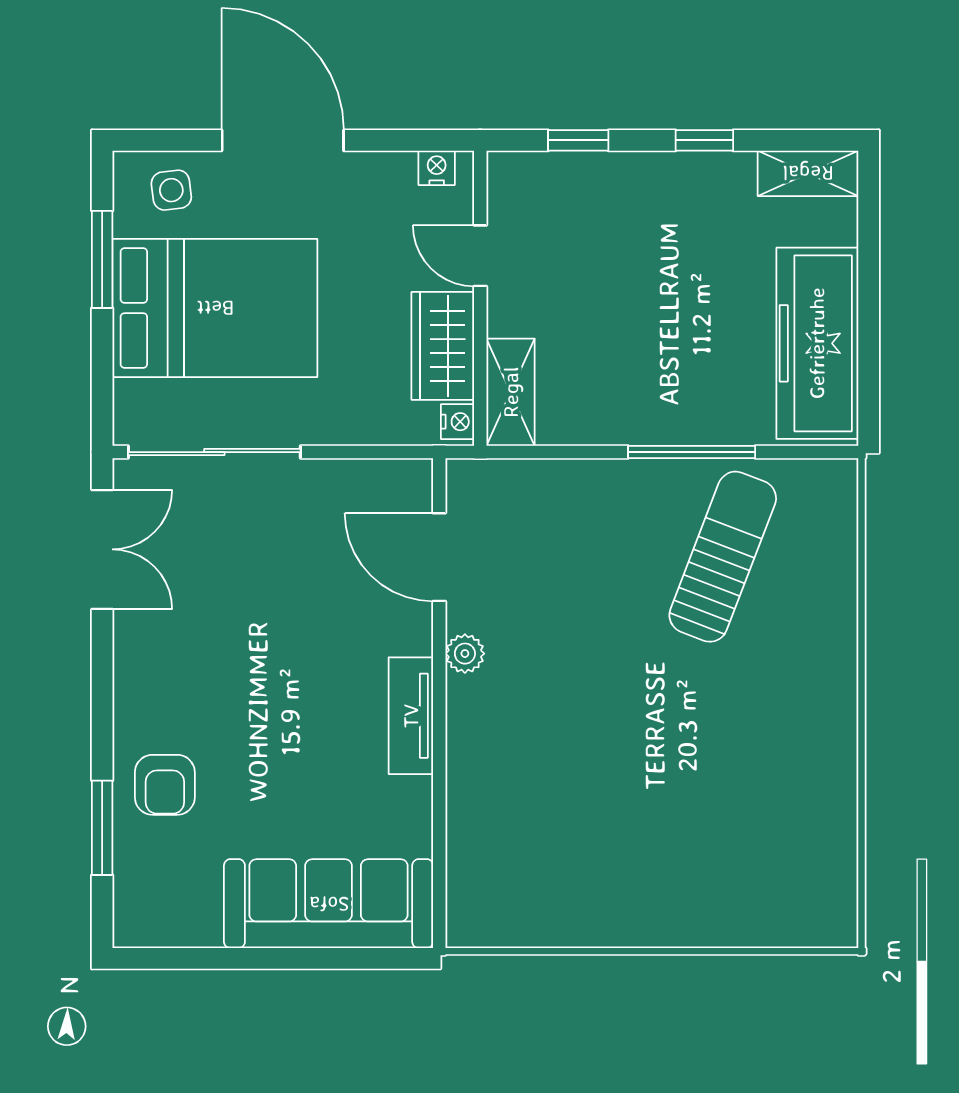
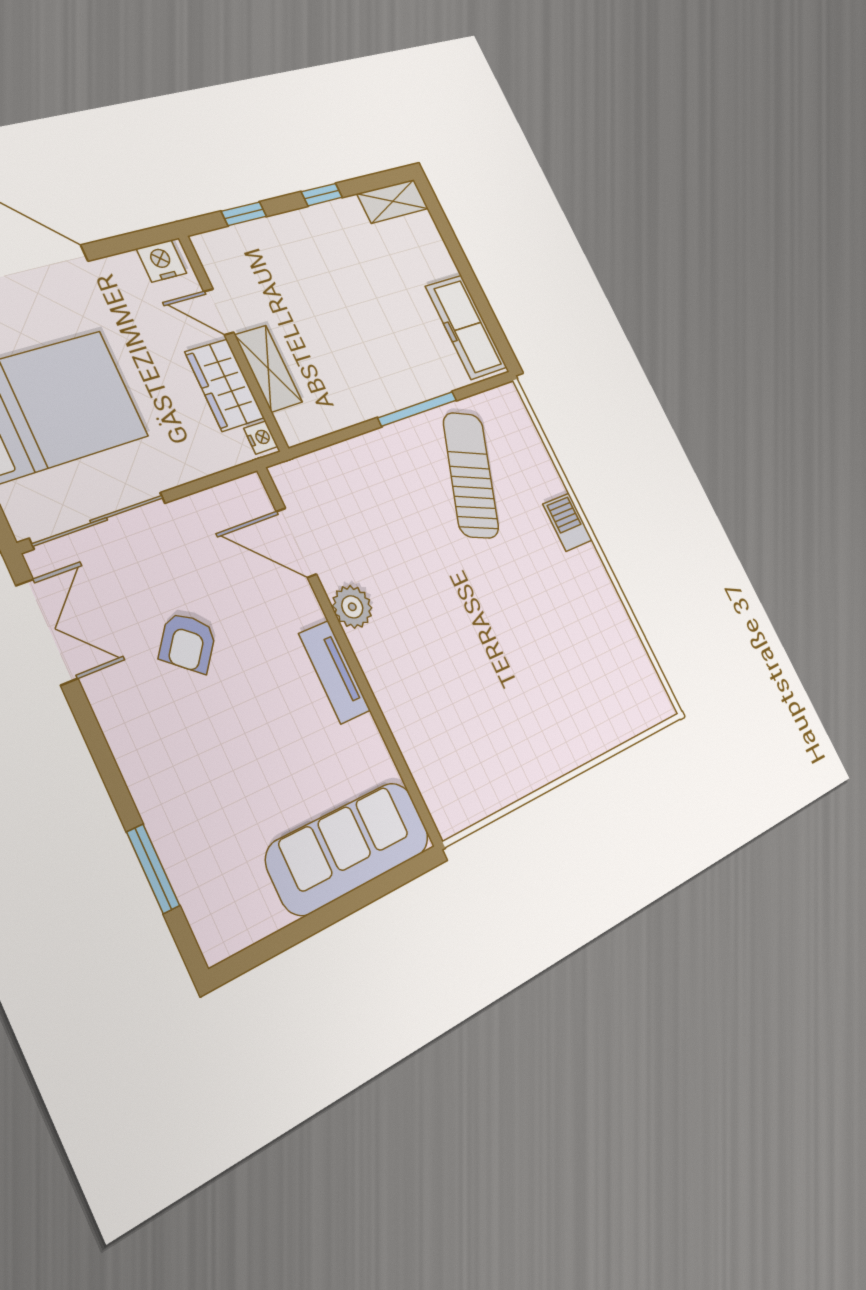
nightstand: (437, 168) -> (161, 261), width x1.39, depth x1.35
freezer: (817, 343) -> (466, 327), width x0.73, depth x0.79
shelving: (511, 392) -> (268, 369), moved
plant: (465, 654) -> (352, 607), width x1.38, depth x1.38
barbecue: (834, 661) -> (568, 522), added
armchair: (165, 785) -> (188, 642), moved, turned 39

